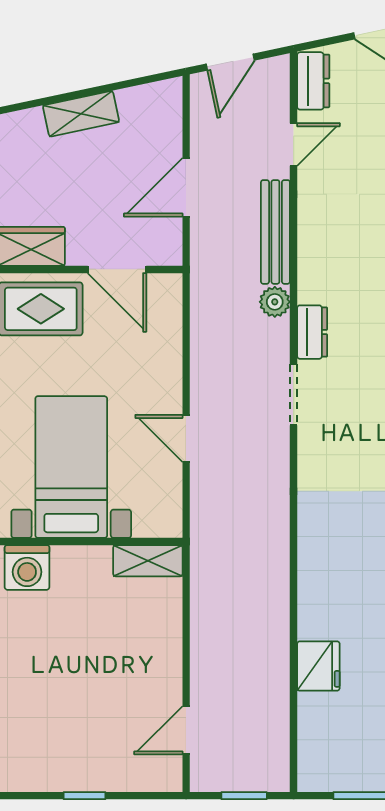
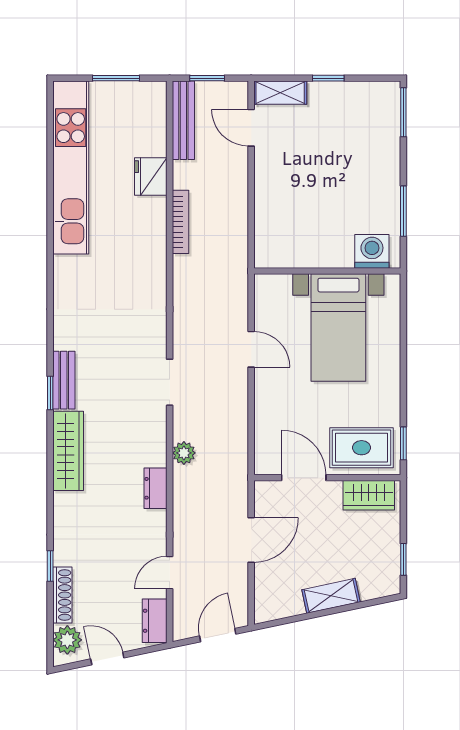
bench: (275, 232) -> (183, 120), moved
dresser: (312, 332) -> (155, 488), moved
shelving: (148, 561) -> (280, 93), moved
bookcase: (279, 606) -> (180, 222), added
door: (186, 730) -> (251, 128), swing flipped

